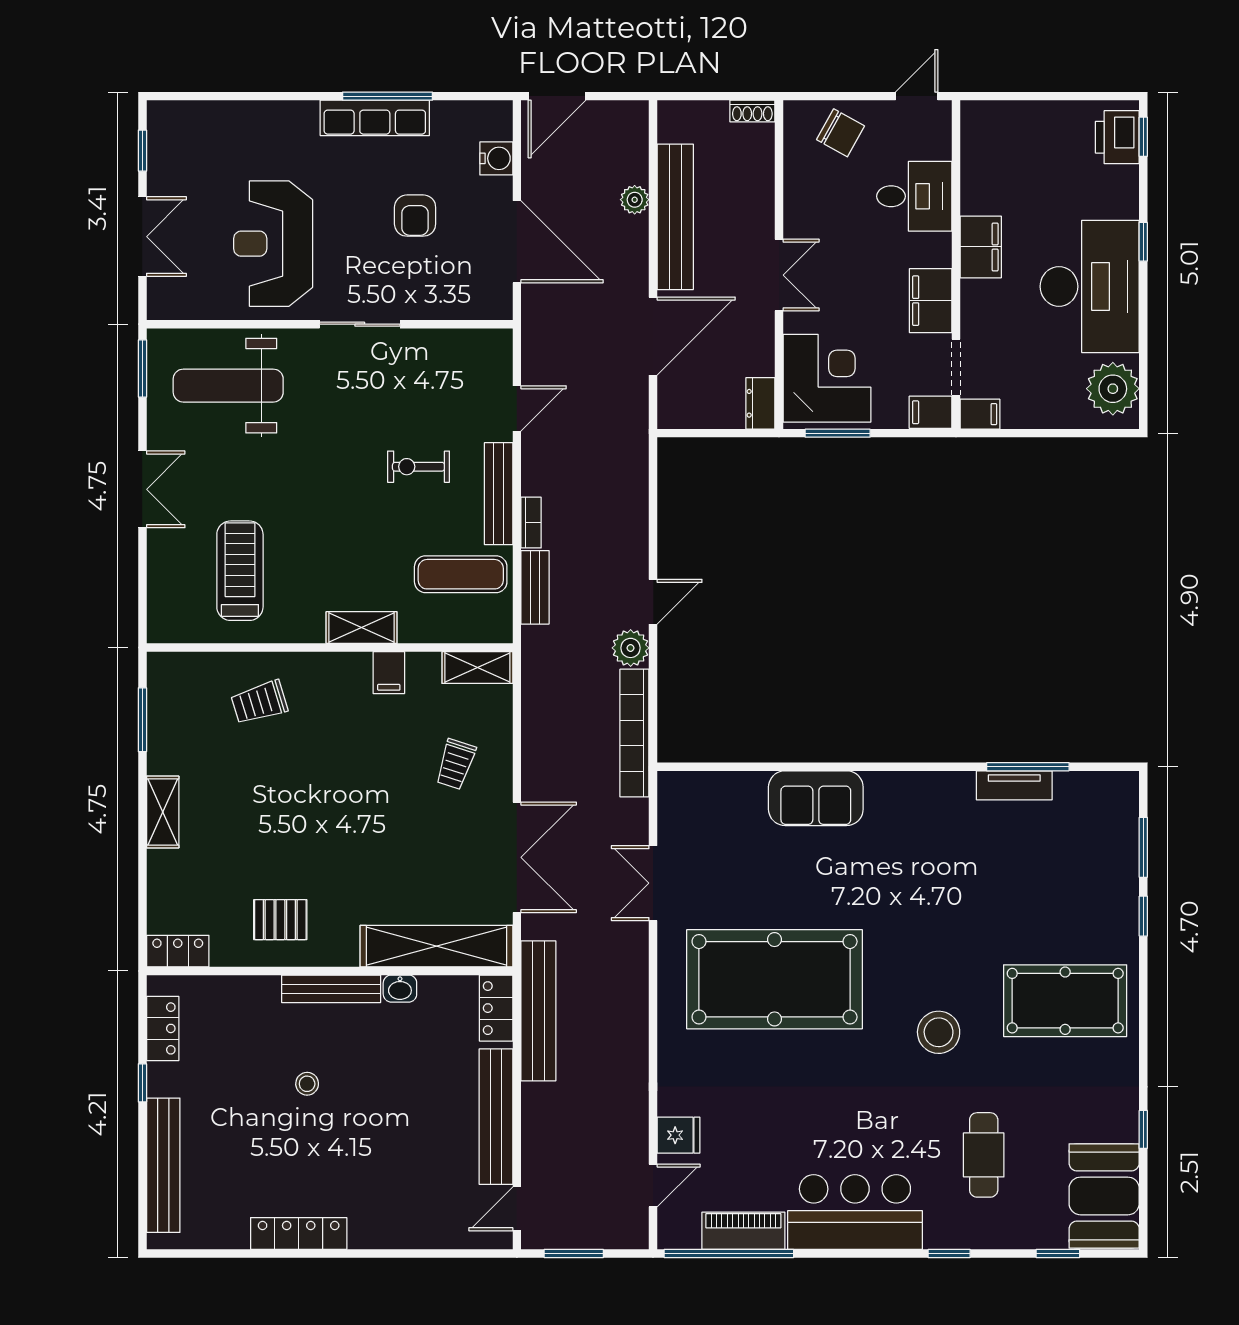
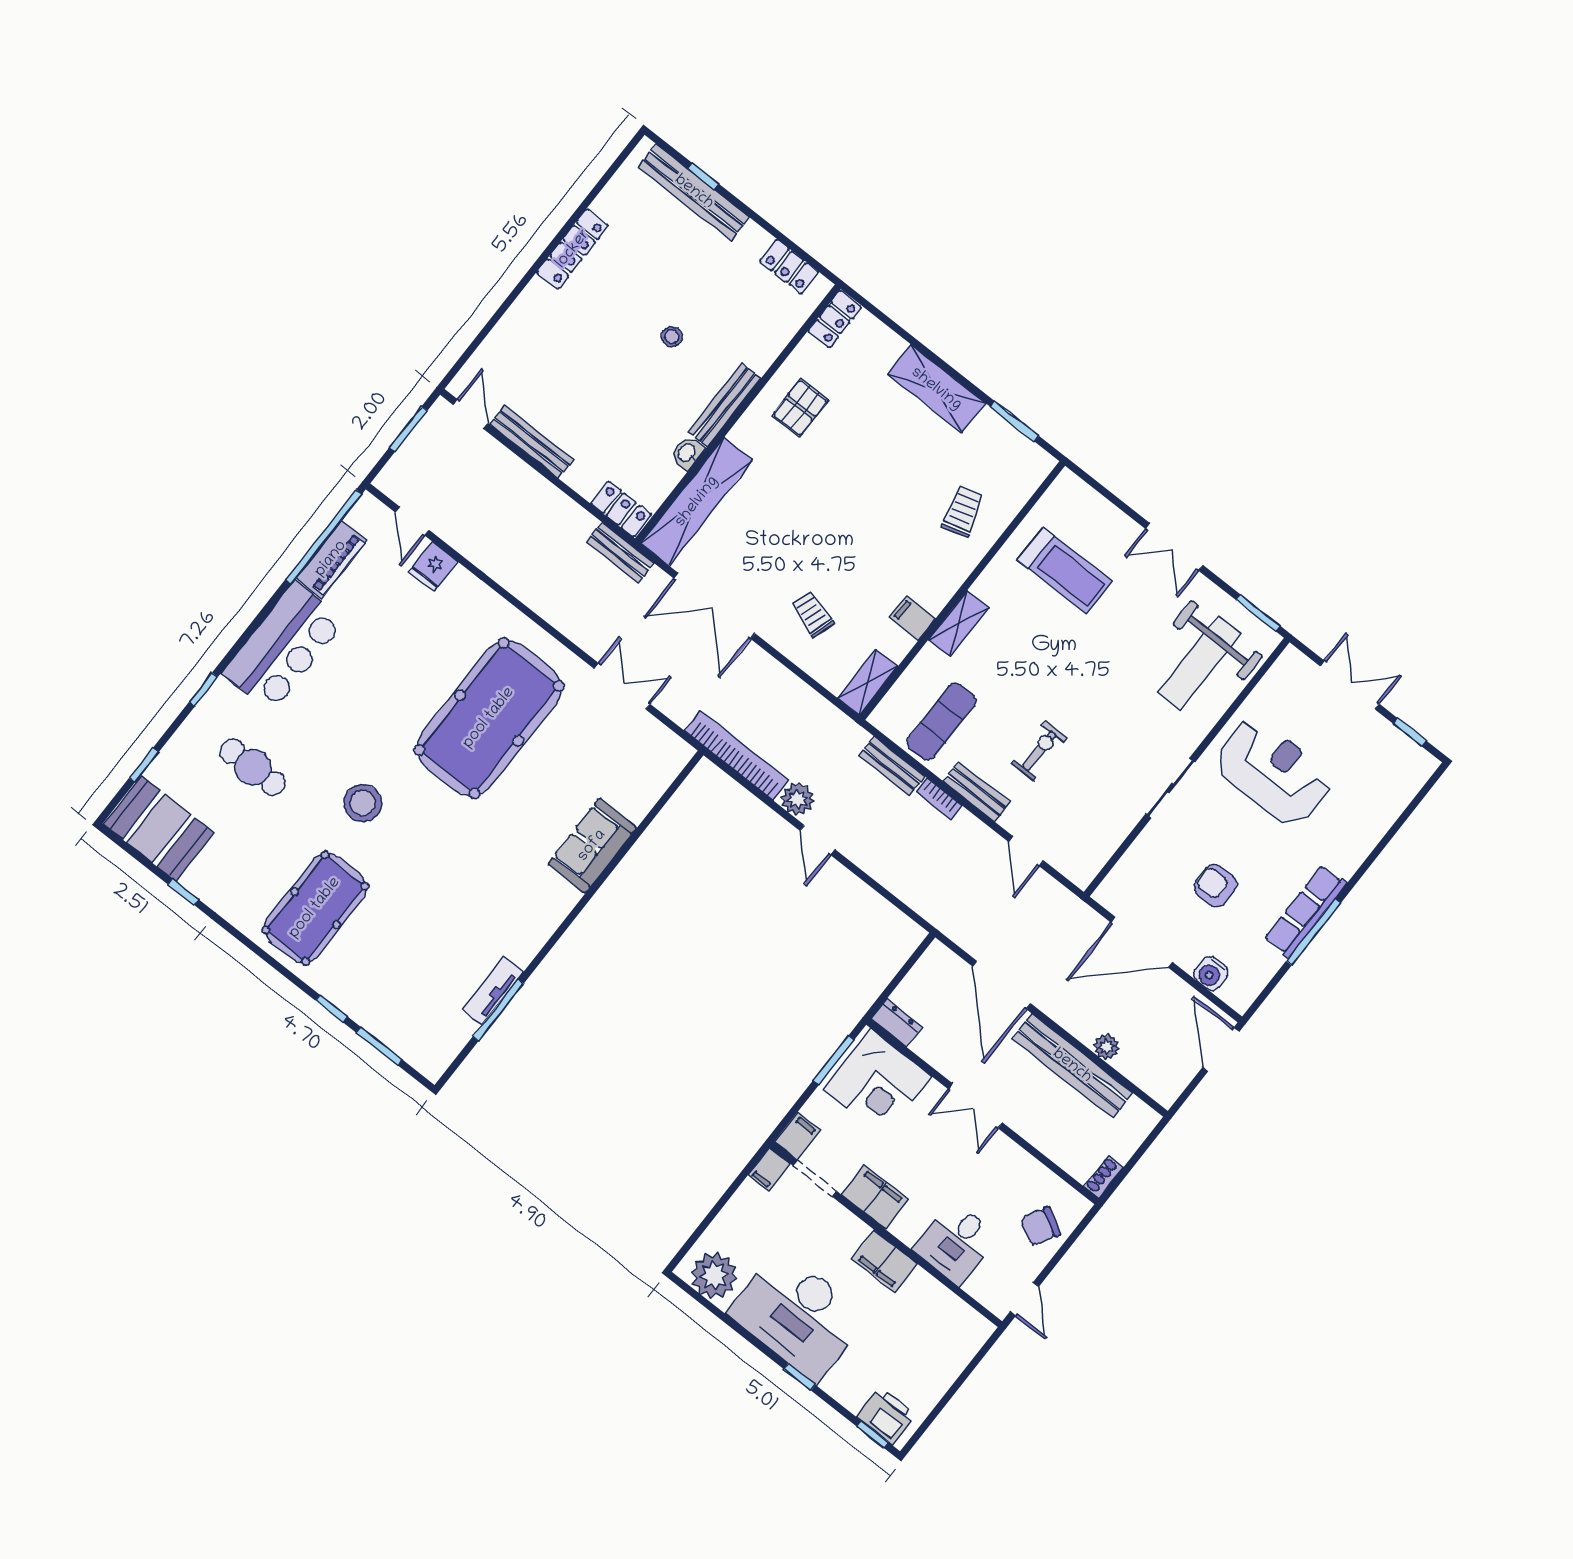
double door: (142, 237) -> (1350, 685), swing flipped
weight bench: (228, 386) -> (1199, 663), turned 180
bench: (499, 494) -> (977, 792), width x0.73
shelving: (163, 812) -> (936, 389), width x1.50, depth x1.33
bench: (538, 1011) -> (620, 553), width x0.54, depth x0.82
window: (142, 1083) -> (703, 176), moved
bench: (496, 1117) -> (532, 442), width x0.73, depth x0.82

